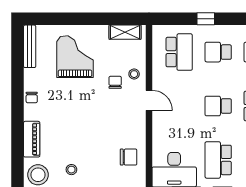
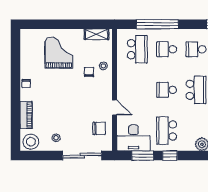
window: (206, 19) -> (157, 24), width x3.17
bench: (30, 46) -> (25, 45), removed
door: (149, 100) -> (115, 107), moved

